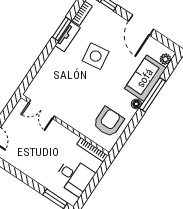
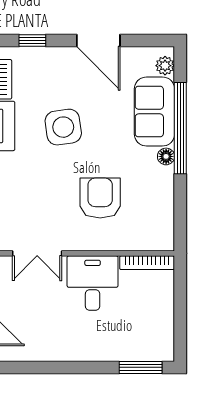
window: (153, 95) -> (180, 128), width x1.46
armchair: (108, 122) -> (100, 198), moved
desk: (74, 177) -> (93, 283), moved, turned -90

